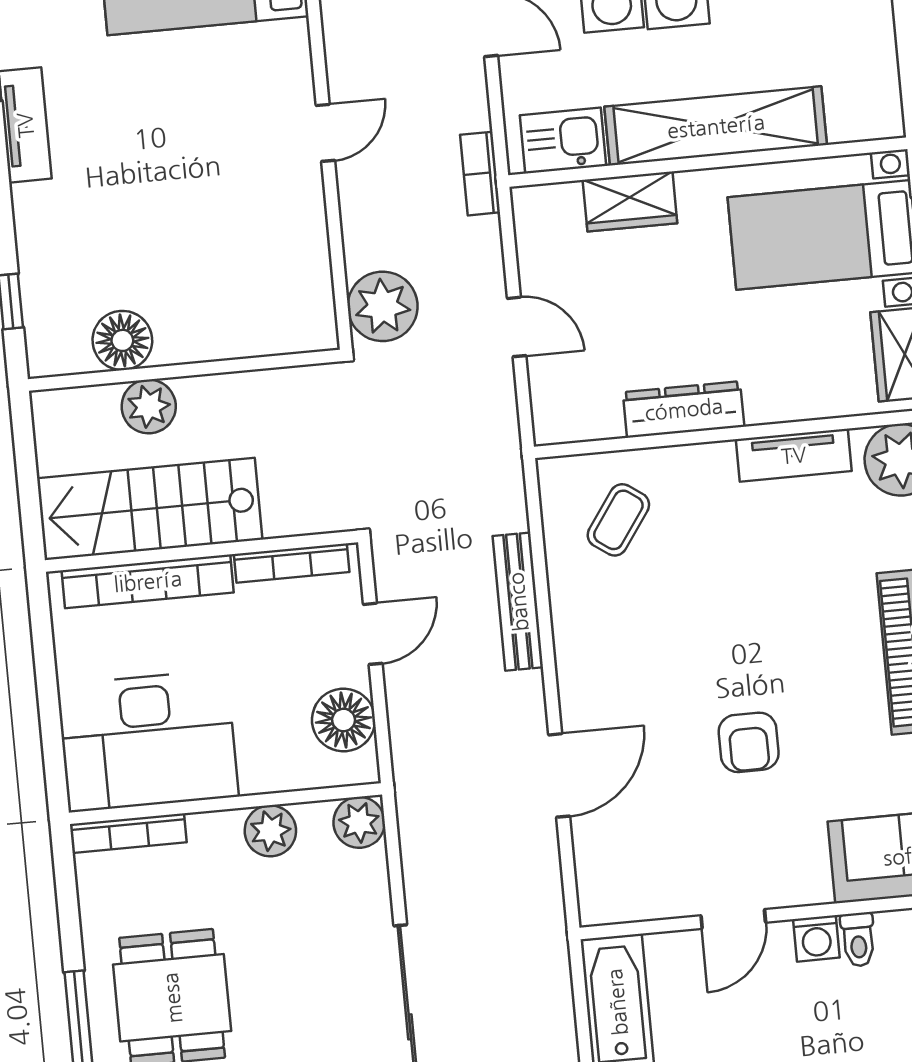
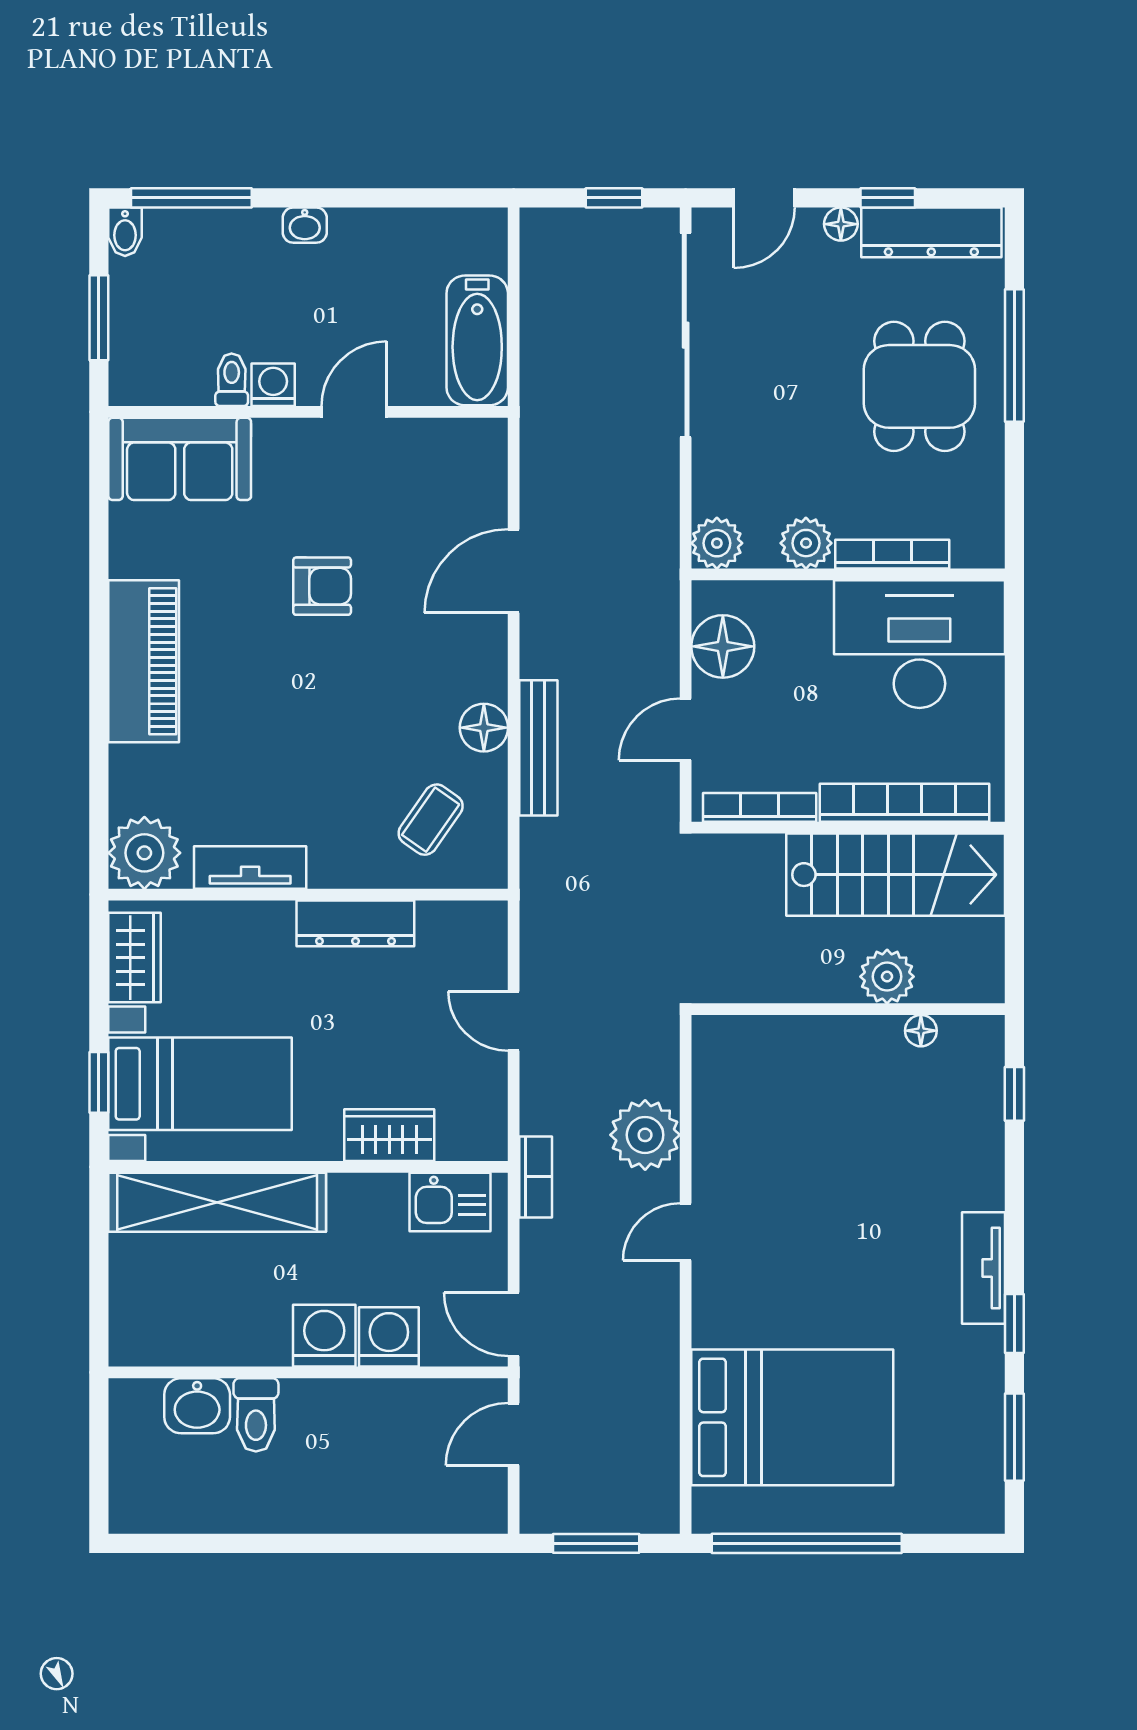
shelving: (716, 126) -> (217, 1202), moved
plant: (383, 306) -> (645, 1135), moved
floor lamp: (122, 340) -> (921, 1031), width x0.53, depth x0.53
floor lamp: (574, 617) -> (484, 728), added
armchair: (749, 742) -> (322, 586), turned 90
bookcase: (129, 833) -> (892, 554), moved

